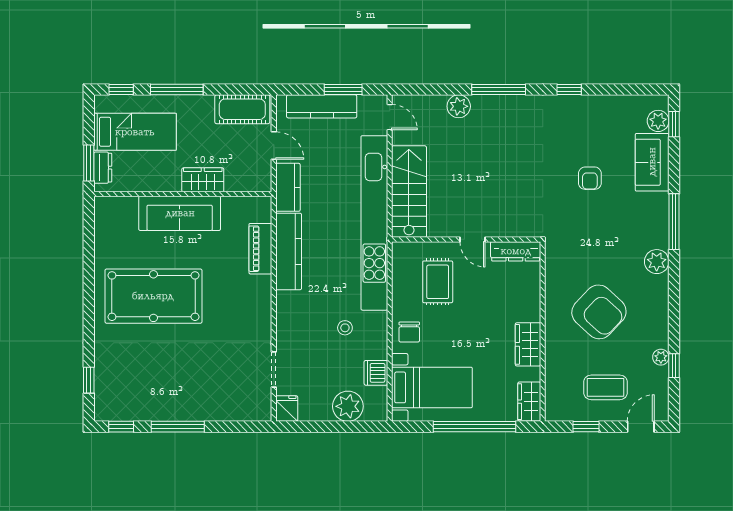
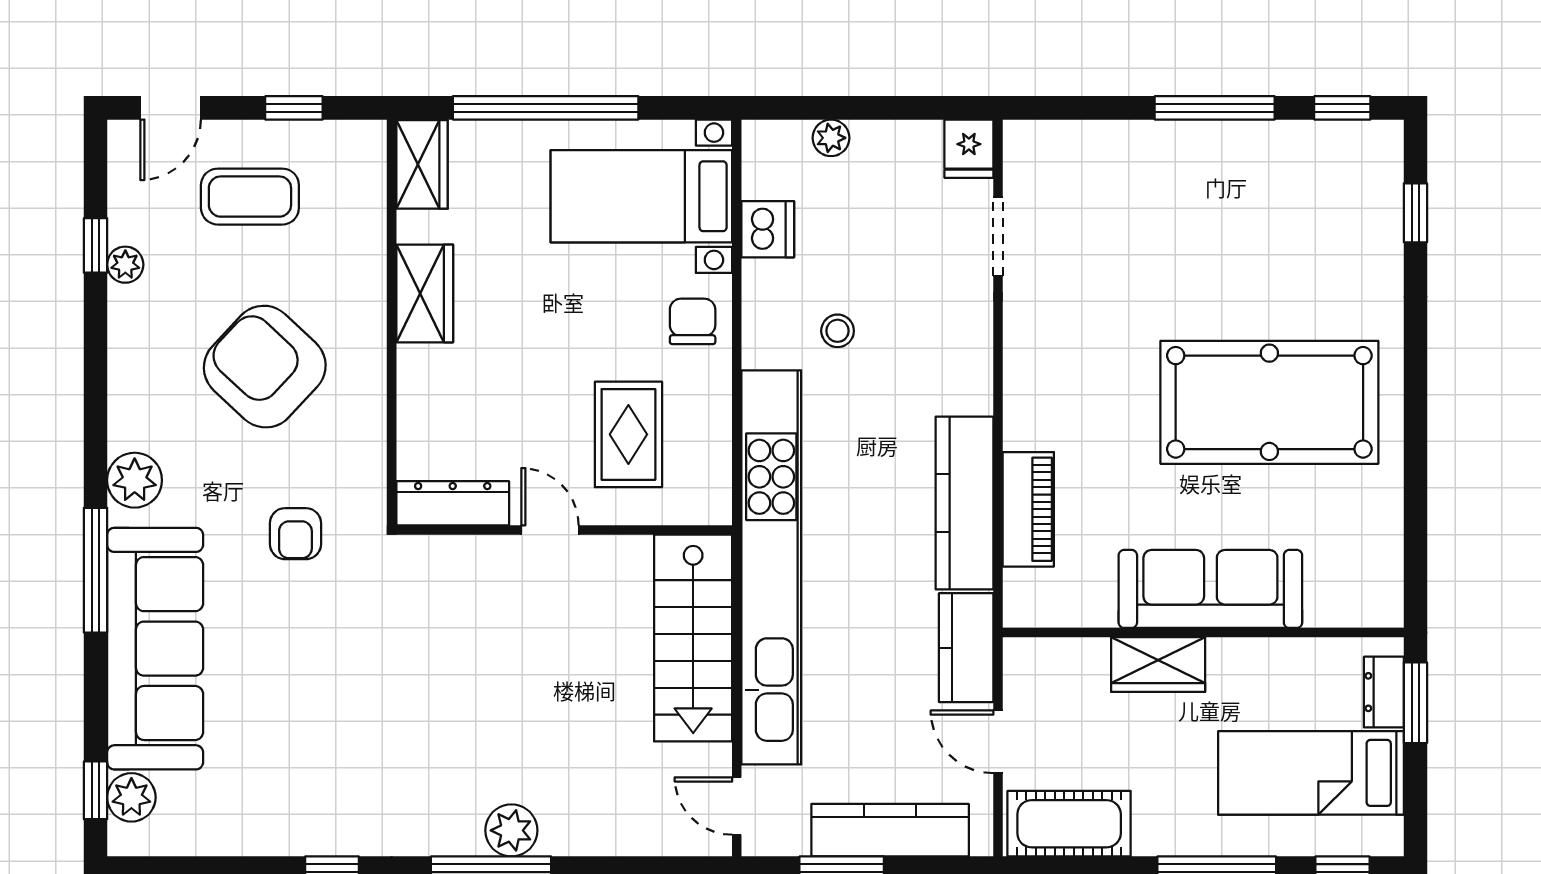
plant: (459, 106) -> (511, 830), moved
sofa: (652, 162) -> (155, 649), width x1.85, depth x1.27
armchair: (590, 178) -> (295, 534), moved, turned 180
plant: (348, 406) -> (831, 138), width x0.53, depth x0.53

